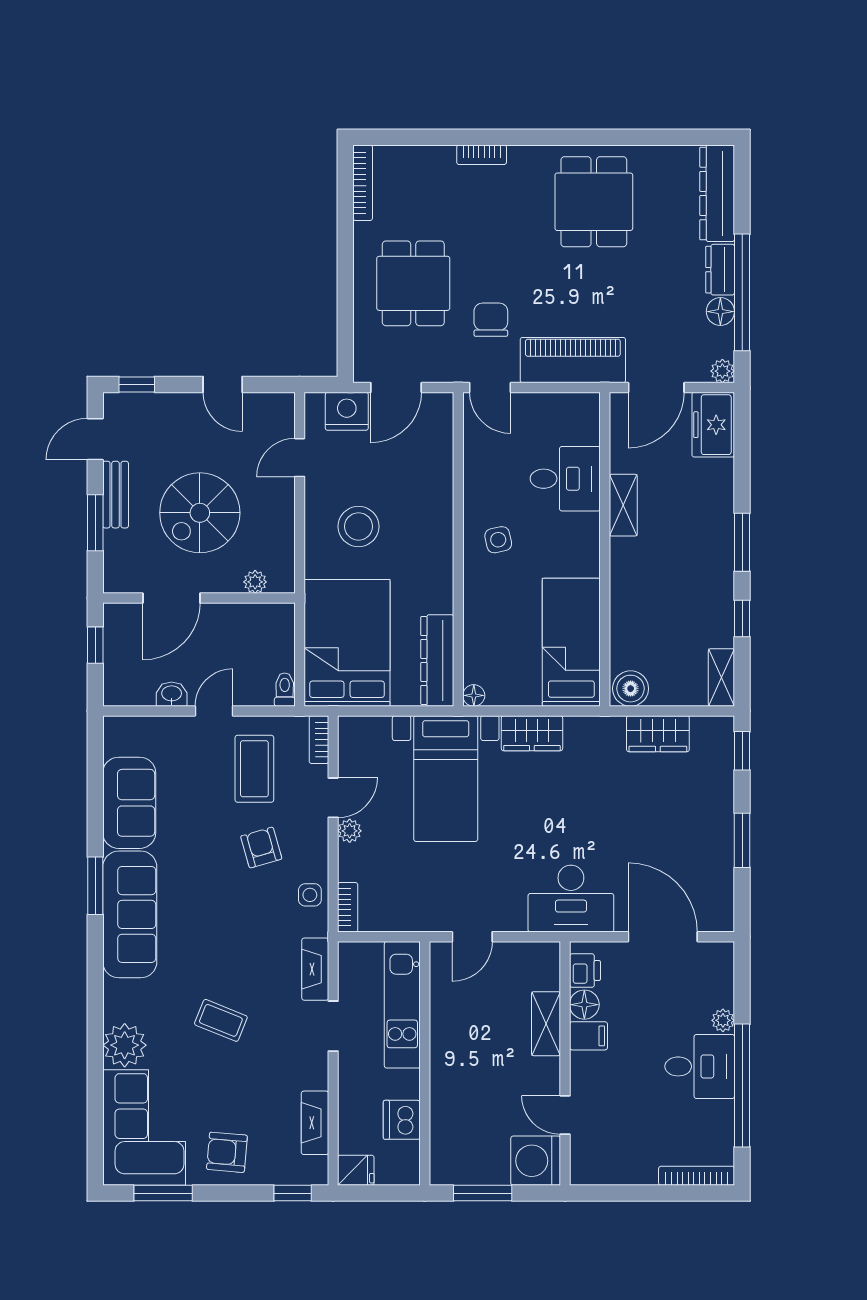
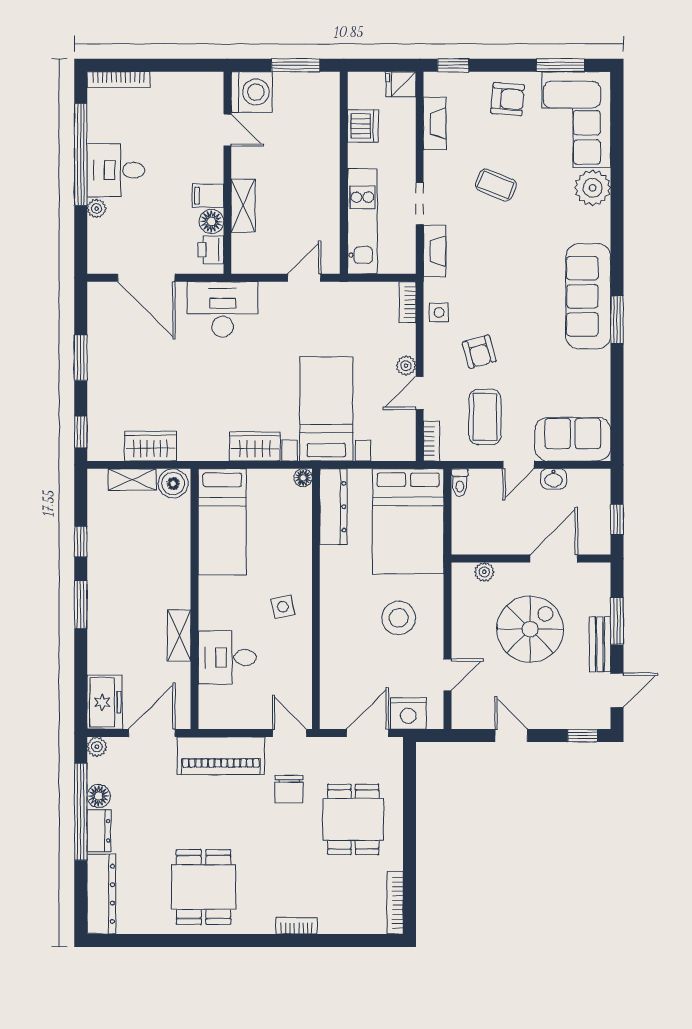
shelving: (721, 677) -> (132, 479), moved, turned 90
sofa: (129, 803) -> (573, 439), moved, turned 90
coffee table: (221, 1020) -> (496, 185), moved

